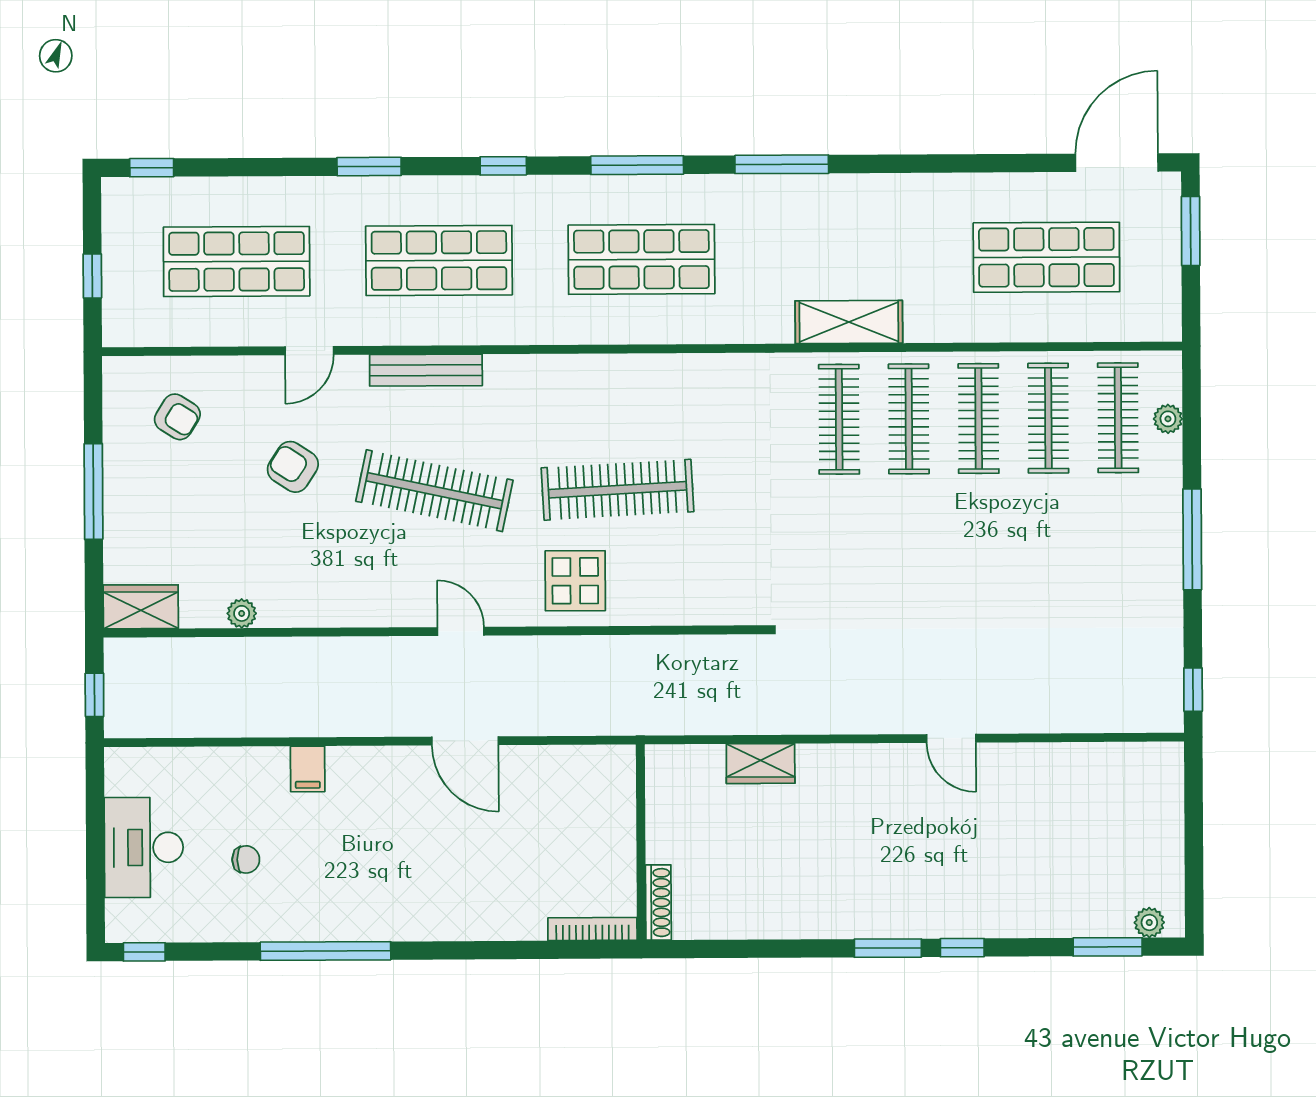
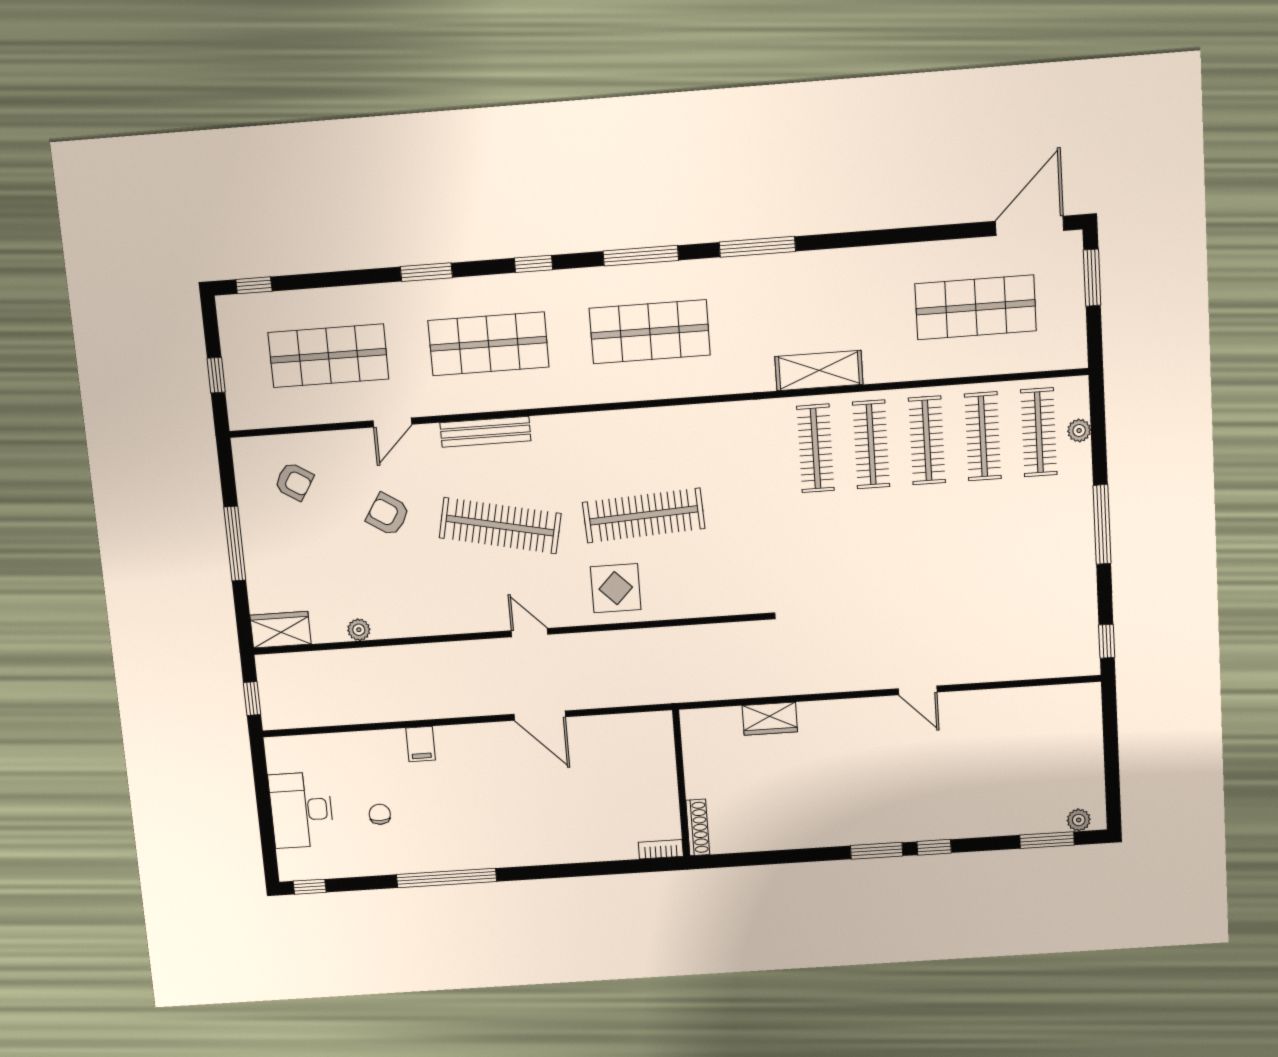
chair: (246, 859) -> (380, 814), turned -90
bookcase: (592, 929) -> (661, 849), width x0.64

